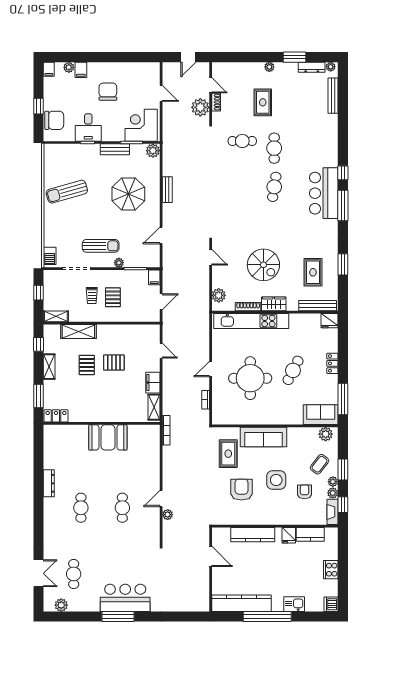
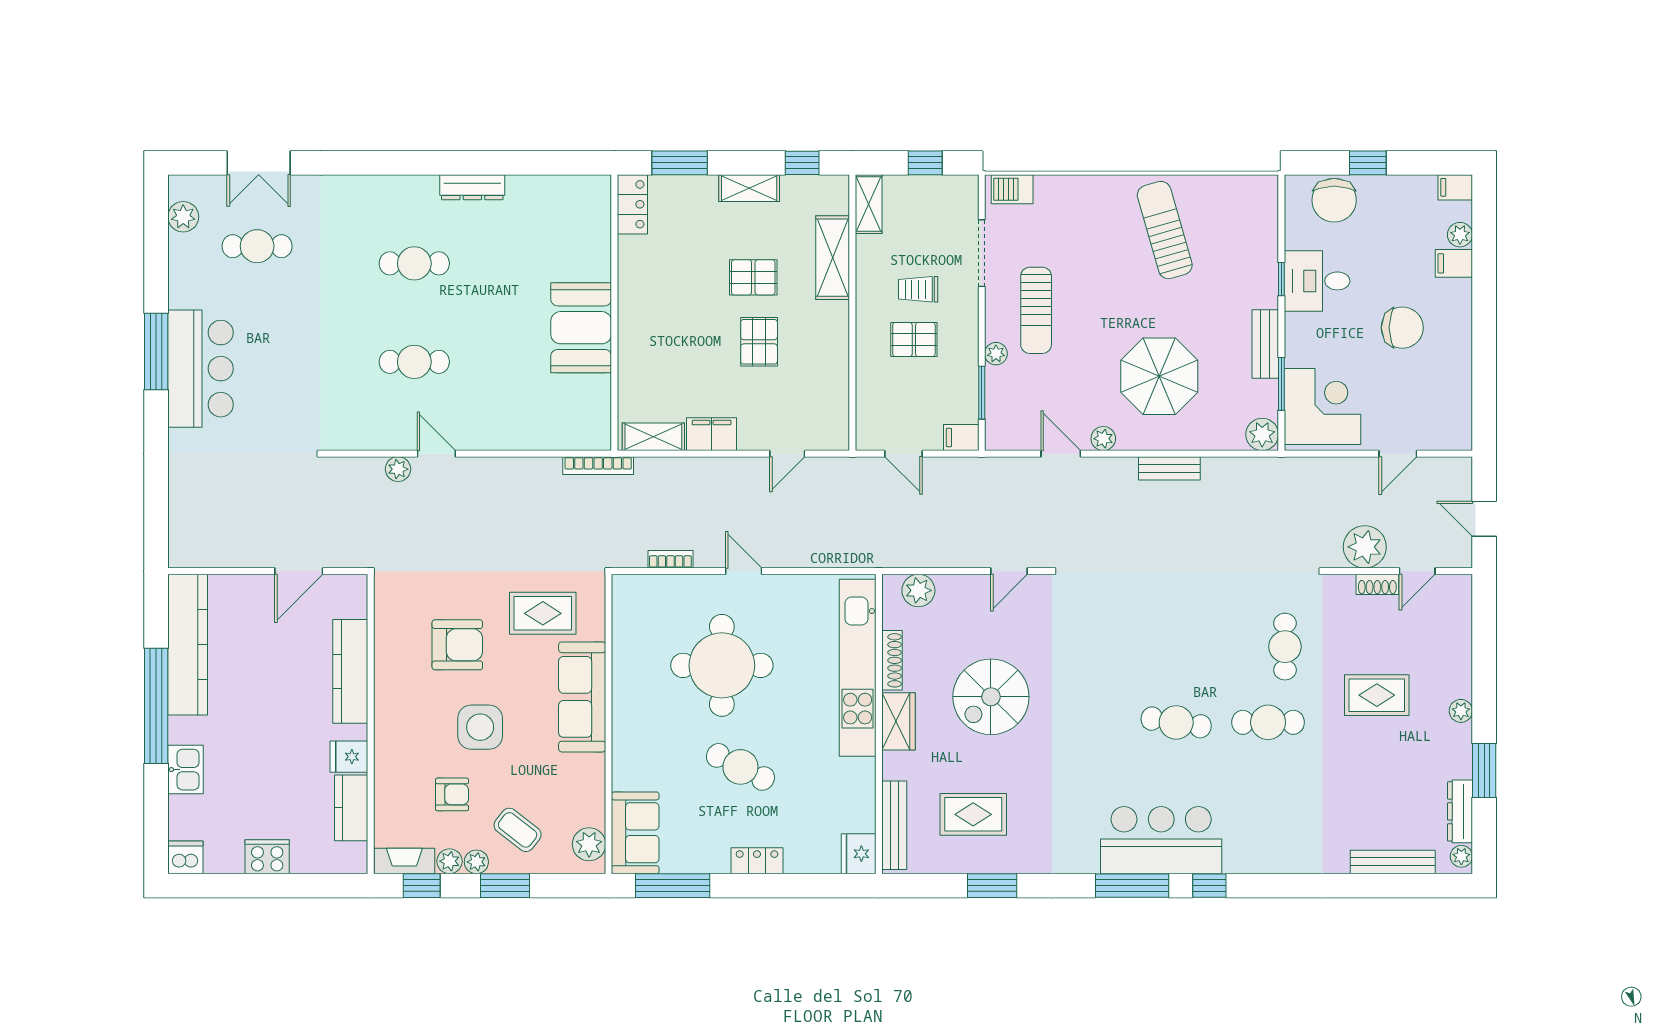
plant: (155, 218) -> (1103, 439), added

